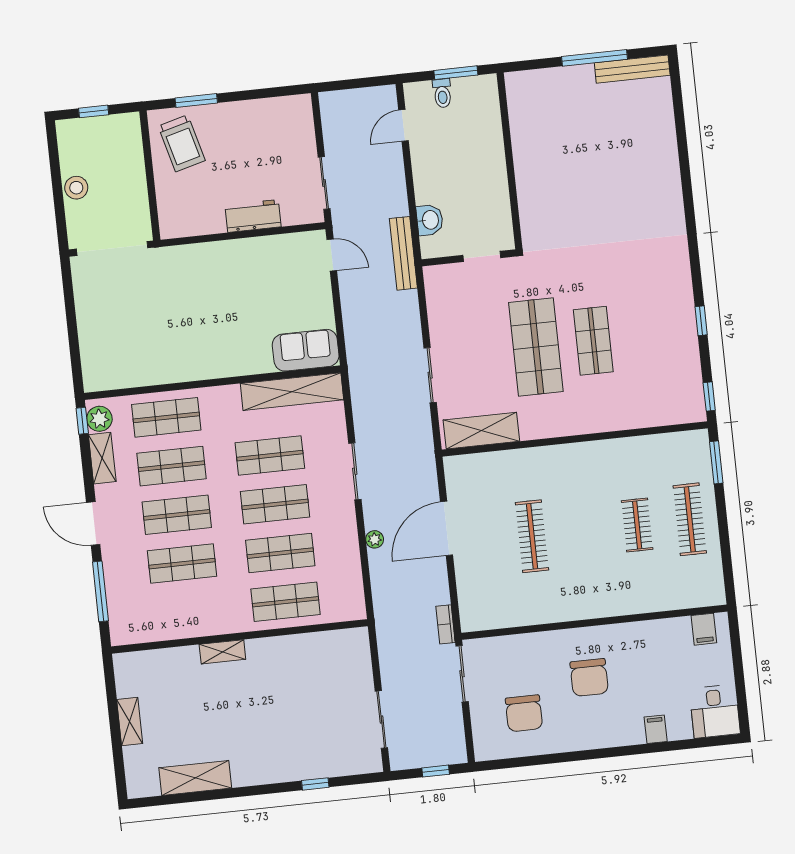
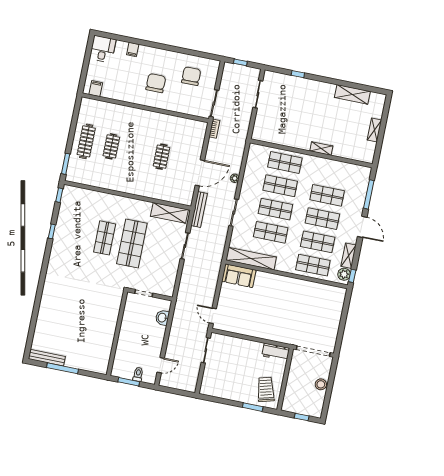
workbench: (253, 216) -> (276, 352), moved
bench: (403, 253) -> (199, 209), moved
clothes rail: (532, 536) -> (161, 157), width x0.73

